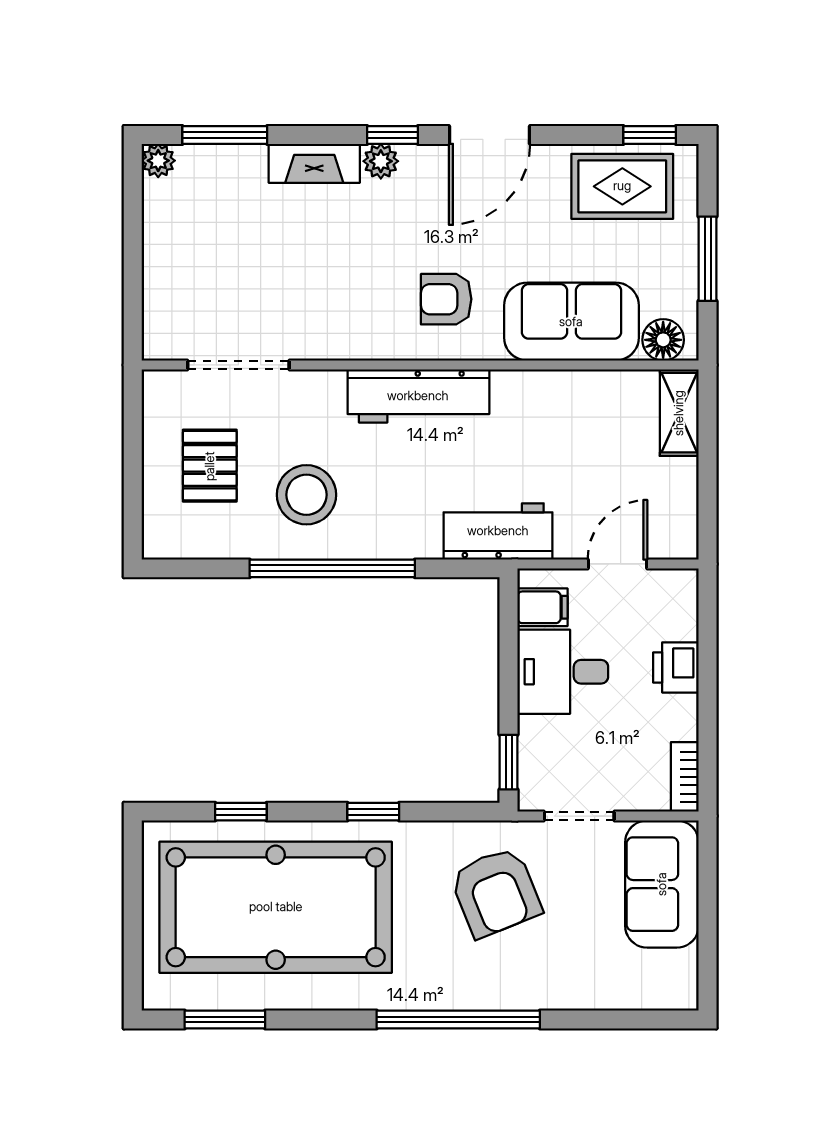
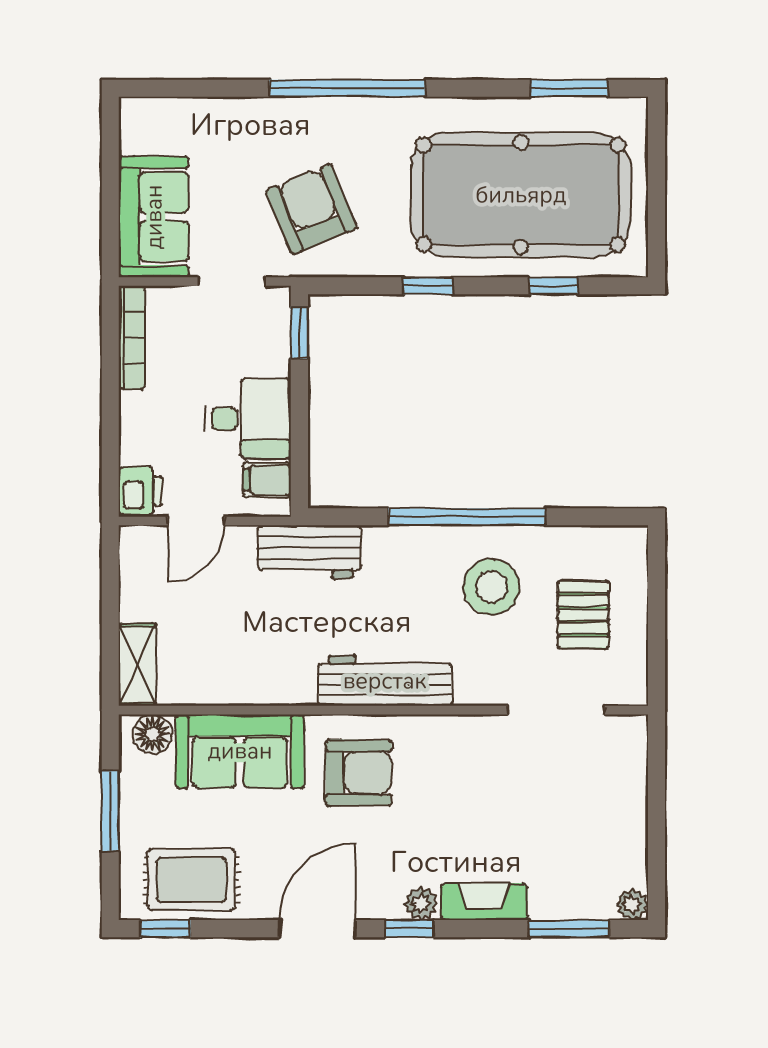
armchair: (446, 299) -> (359, 773), width x1.38, depth x1.38
printer: (676, 667) -> (140, 491), moved
bookcase: (685, 777) -> (132, 337), width x1.56

